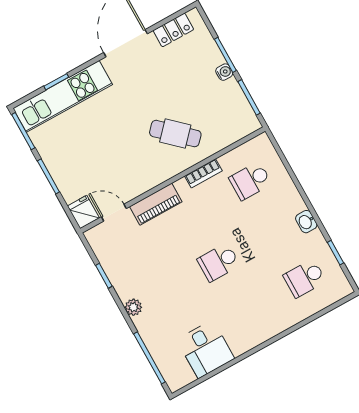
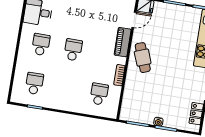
cafe table: (175, 134) -> (143, 58), moved, turned -64
washbasin: (306, 222) -> (60, 105), removed
school desk: (246, 311) -> (41, 45), added

